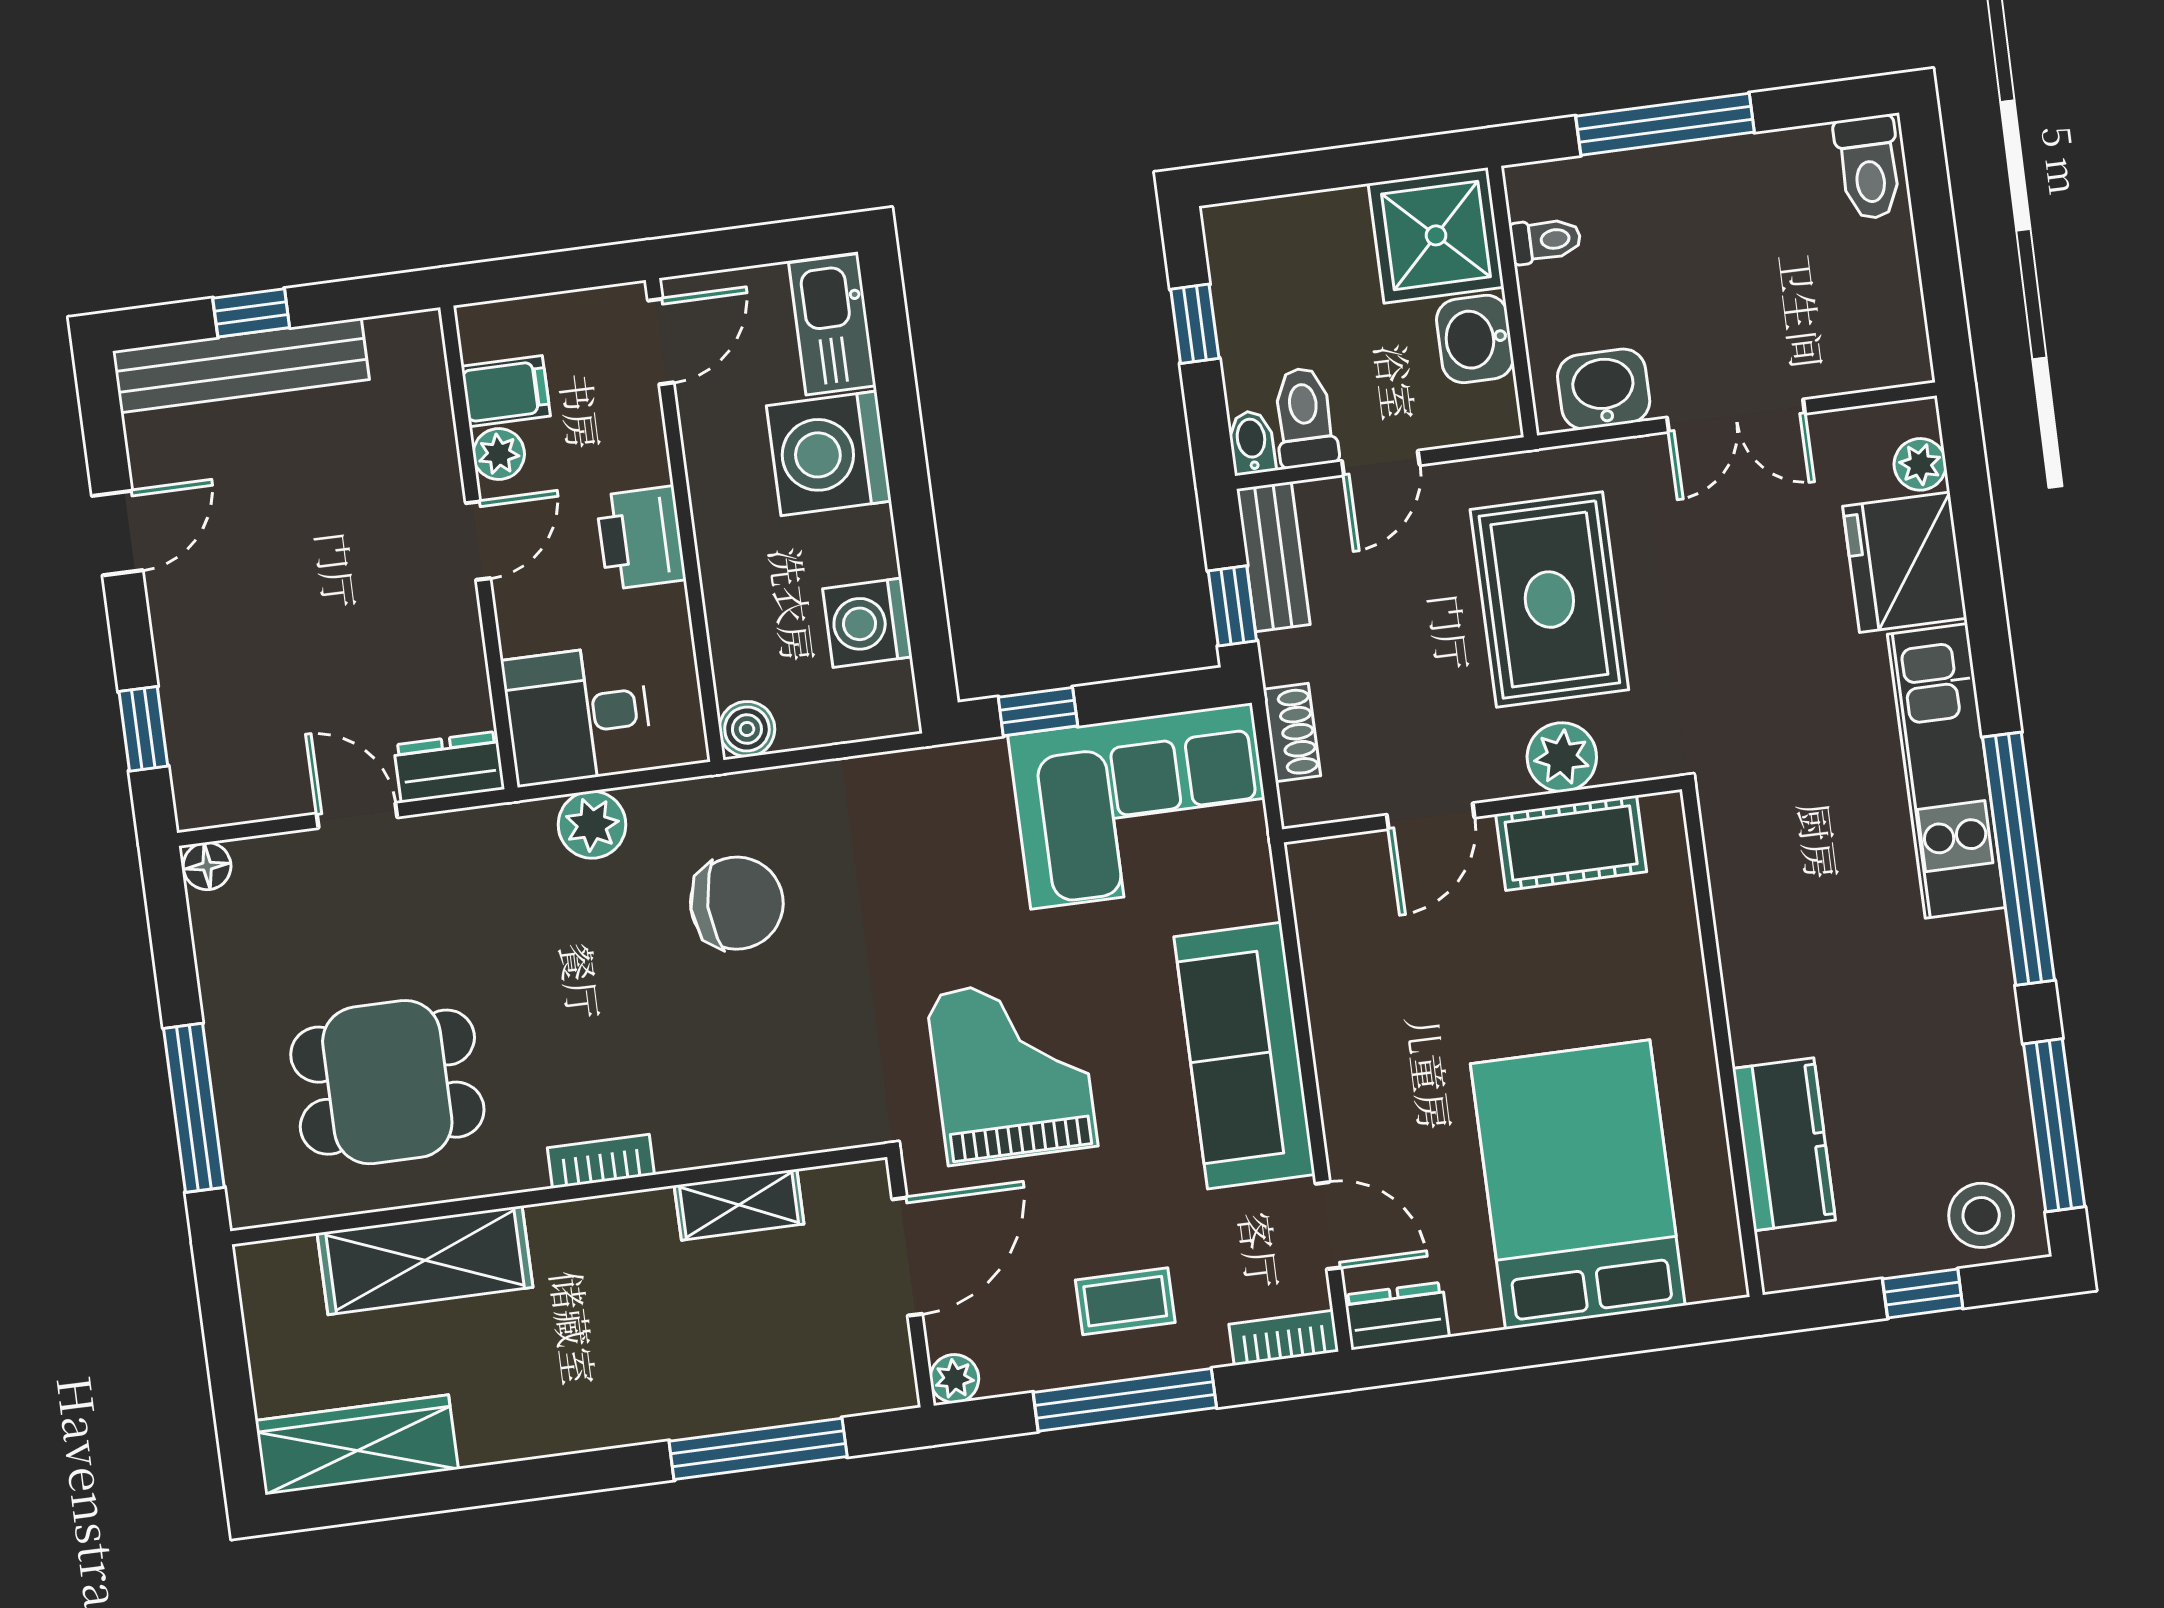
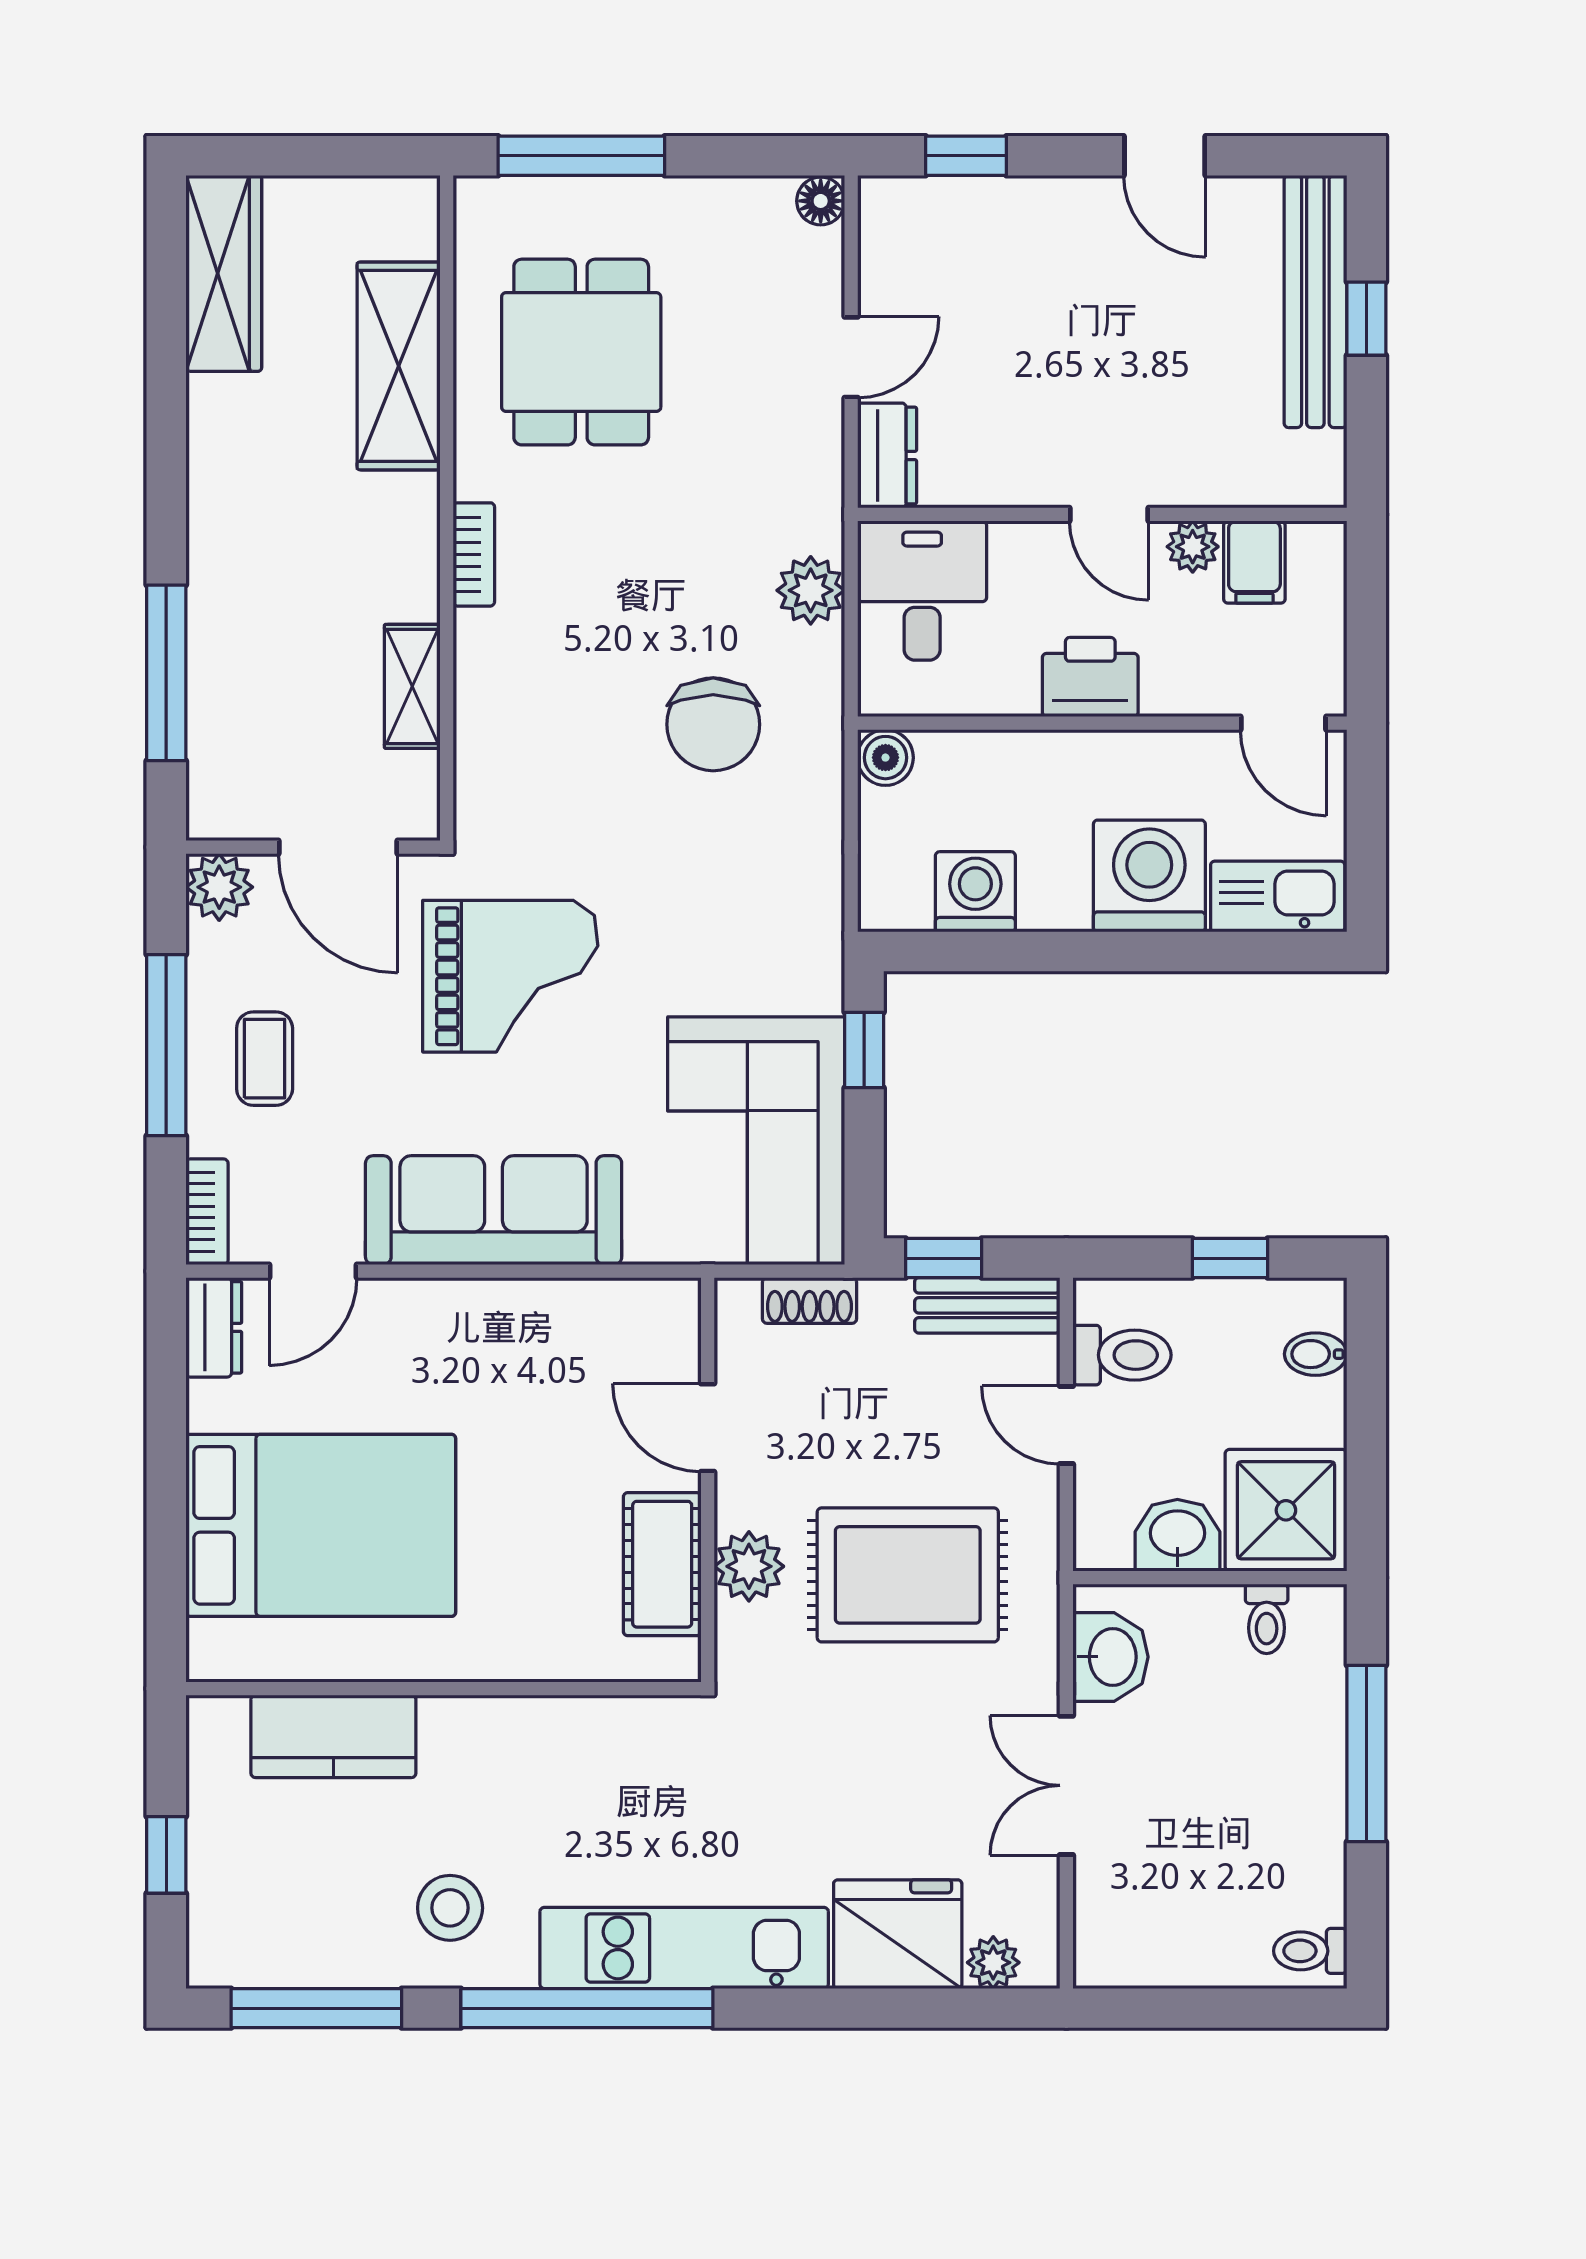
toilet: (1869, 168) -> (1310, 1951), width x0.73, depth x0.72
bidet: (1252, 442) -> (1316, 1354), moved, turned 180
stool: (1981, 1215) -> (450, 1908), moved
plant: (954, 1379) -> (219, 887), width x1.38, depth x1.38

